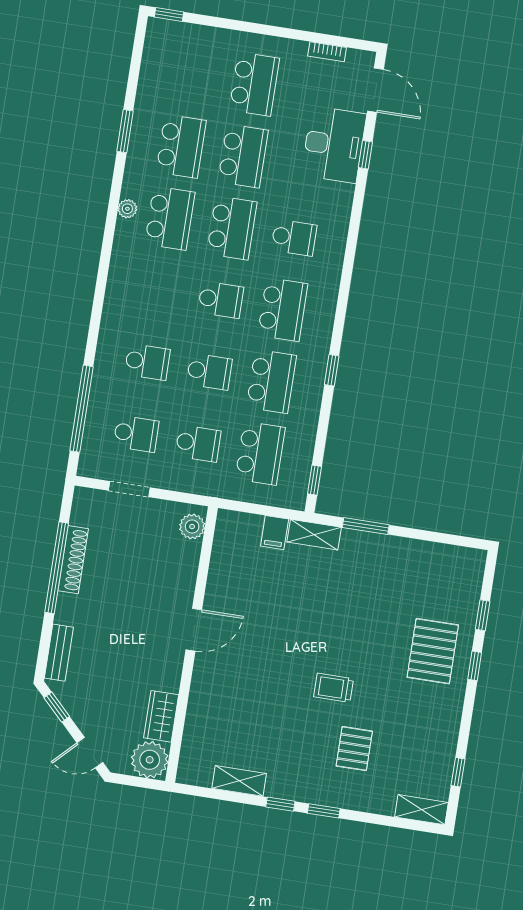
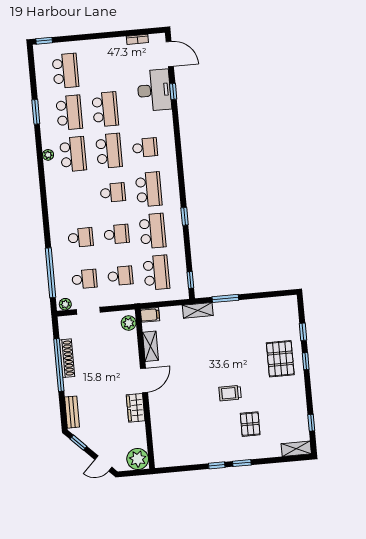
school desk: (254, 84) -> (65, 71), moved
plant: (93, 468) -> (65, 304), added
filing cabinet: (275, 533) -> (150, 315), moved, turned -90
wardrobe: (161, 716) -> (136, 408), moved
shelving: (239, 781) -> (150, 346), moved, turned 90

